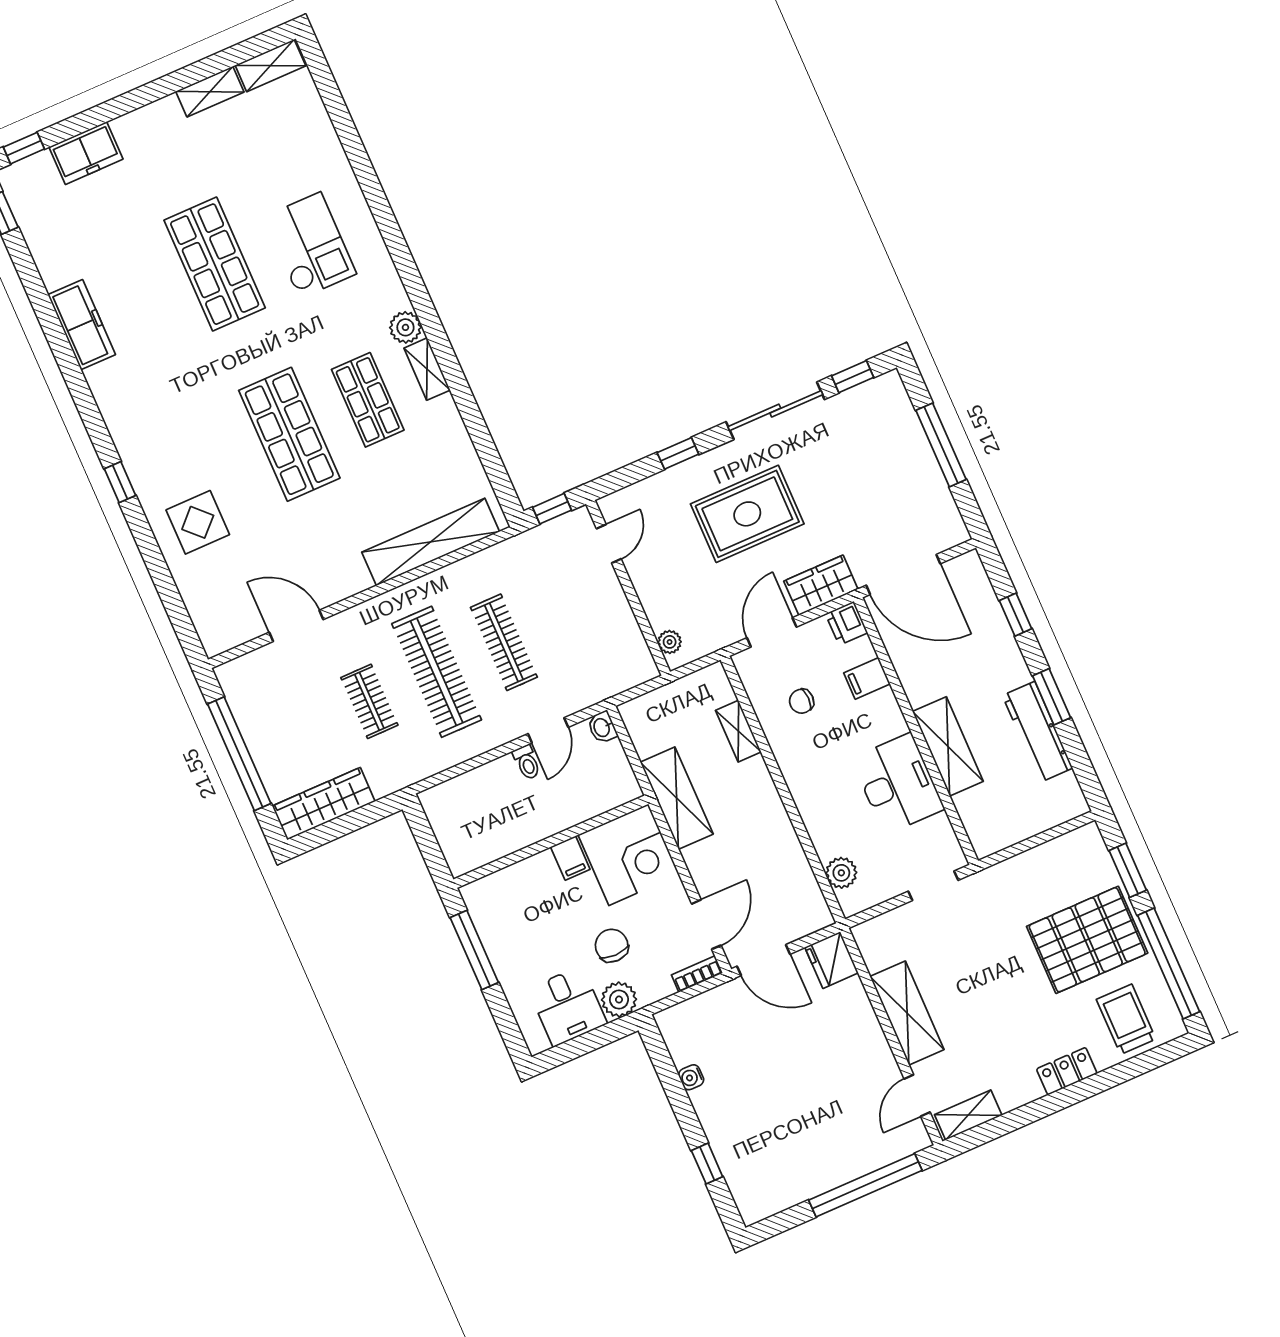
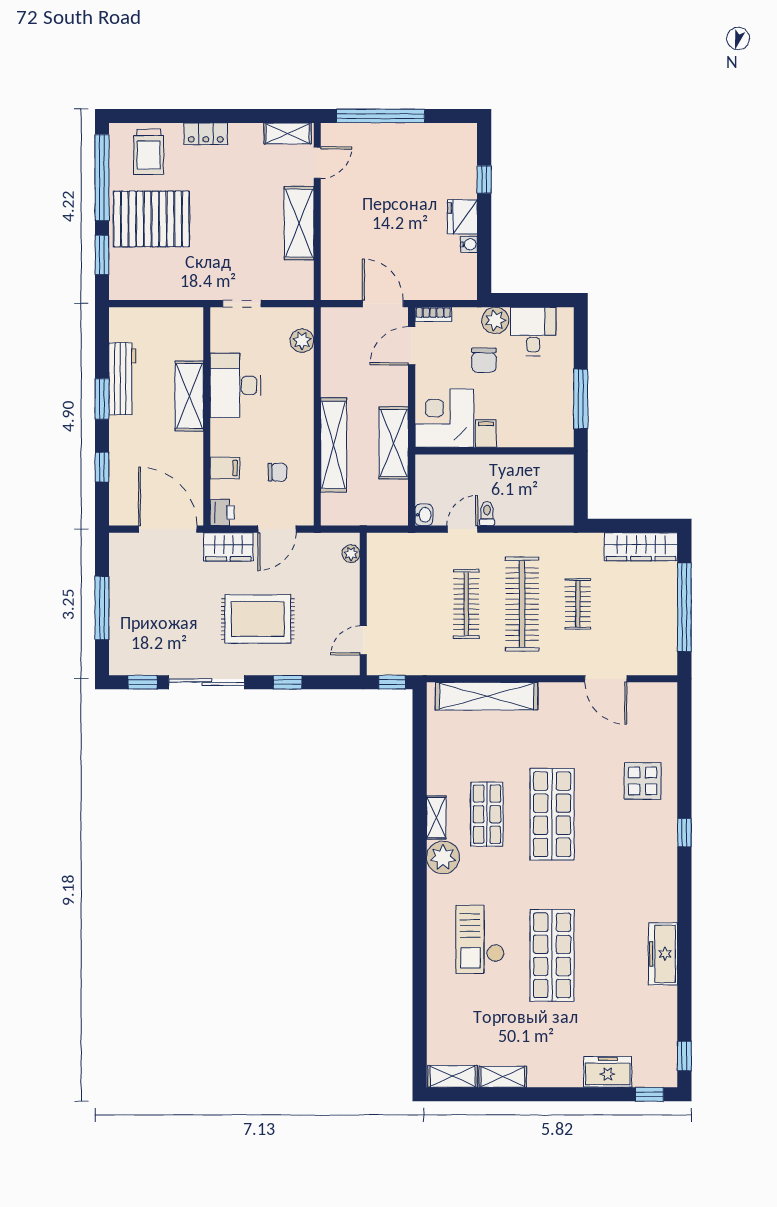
plant: (405, 327) -> (443, 857), width x1.36, depth x1.36
shelving: (738, 731) -> (334, 445), width x2.20, depth x1.33
fridge: (831, 960) -> (462, 217), moved, turned 180

